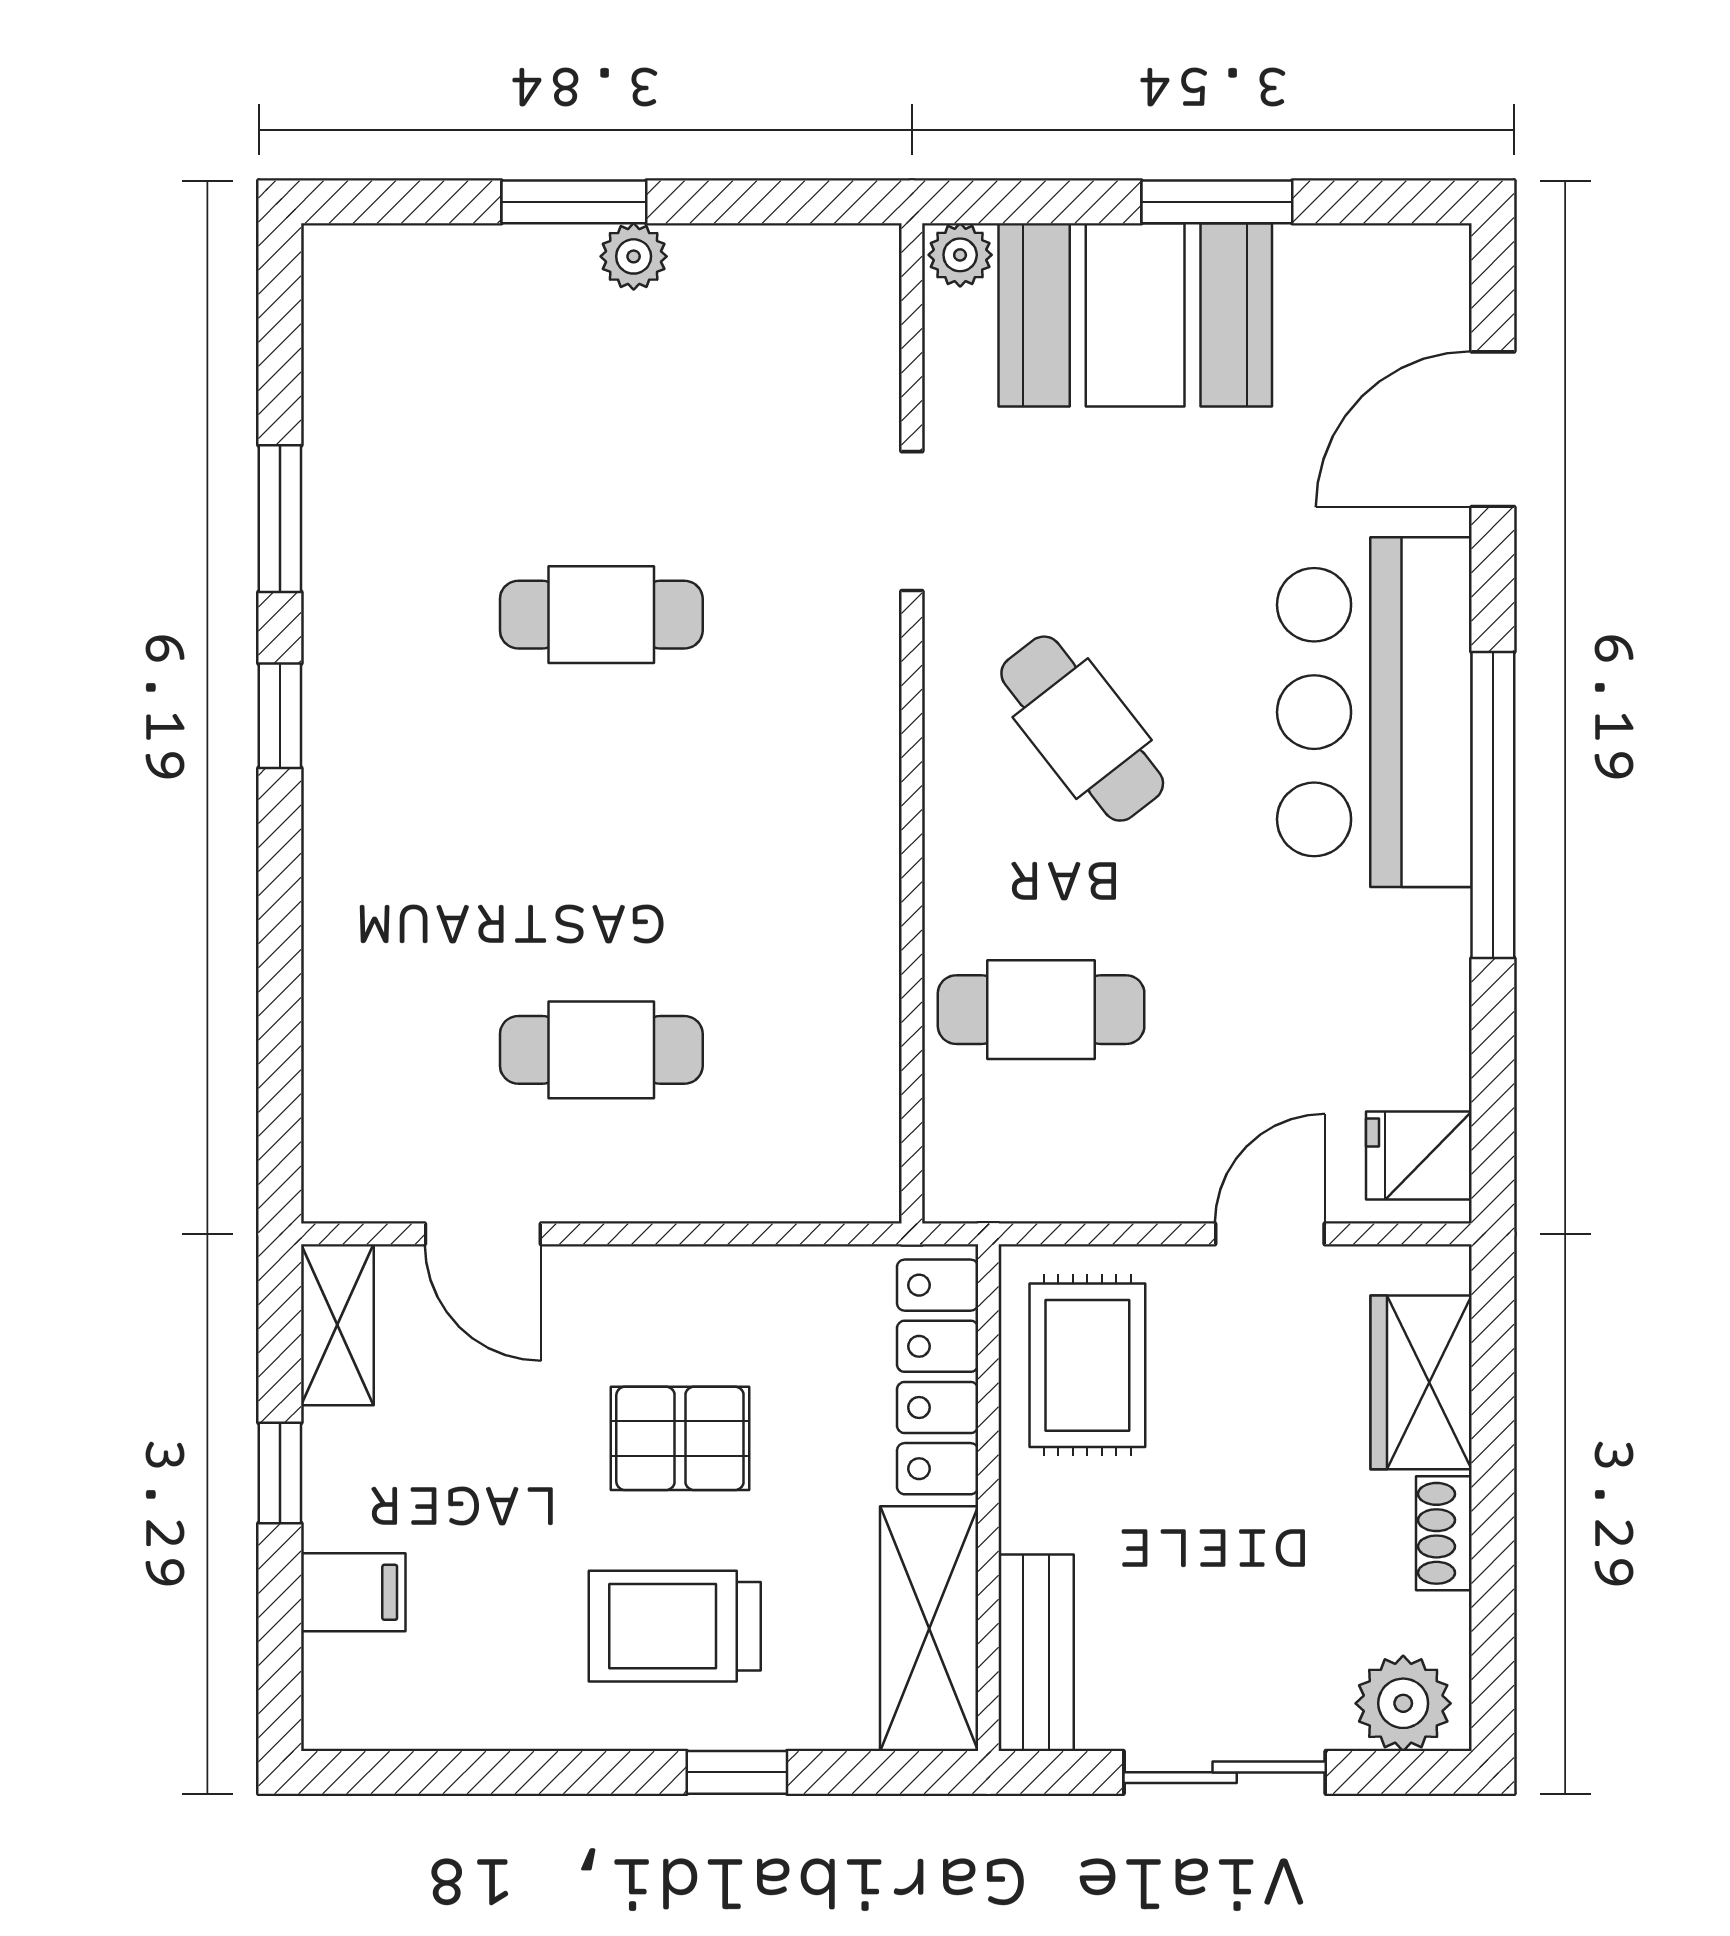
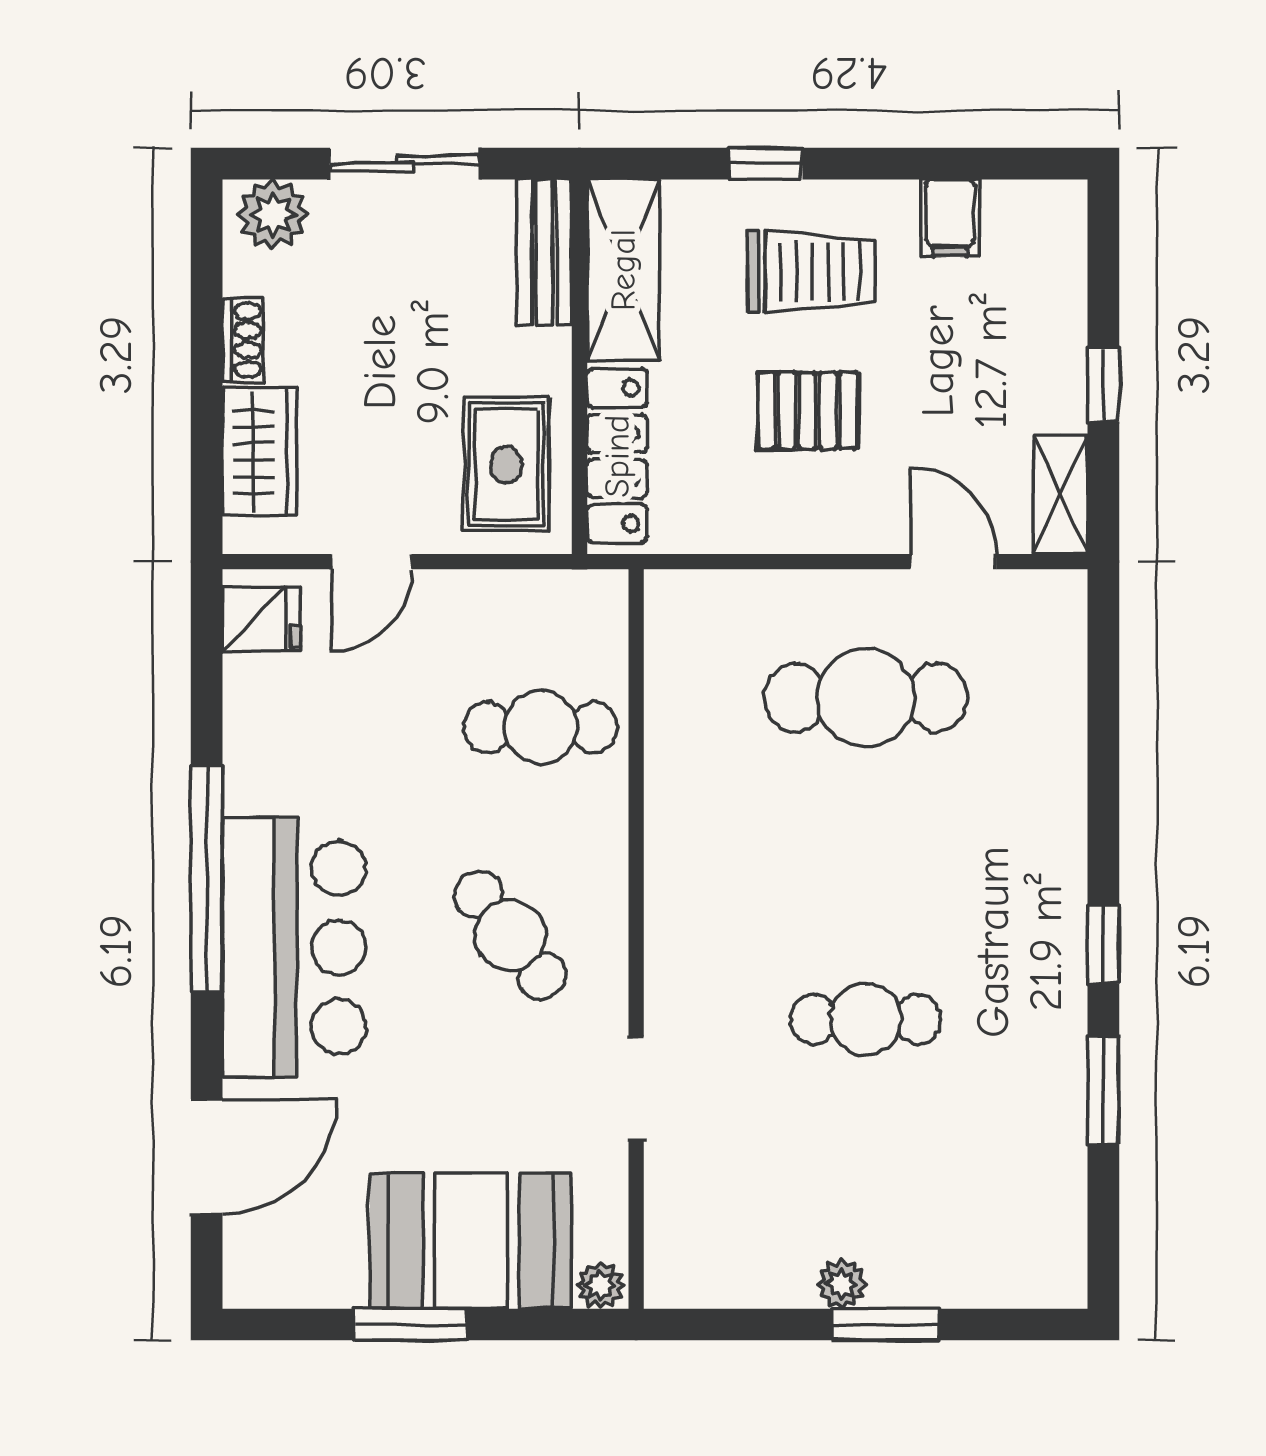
cafe table: (601, 1050) -> (866, 698), width x1.37, depth x1.35
filing cabinet: (353, 1592) -> (950, 218), moved, turned -90

